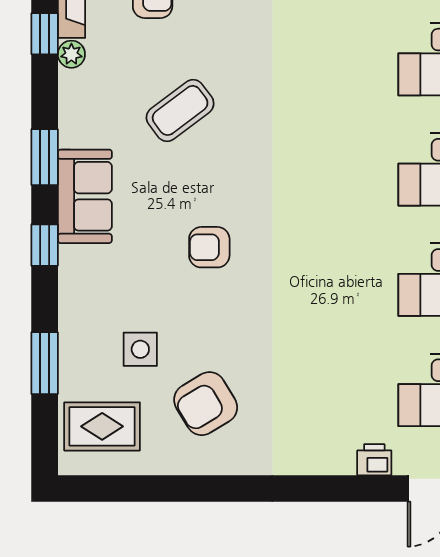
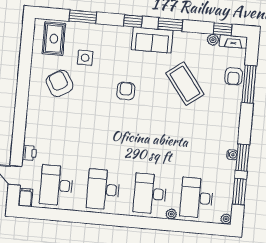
coffee table: (180, 110) -> (185, 84), width x1.36, depth x1.32

